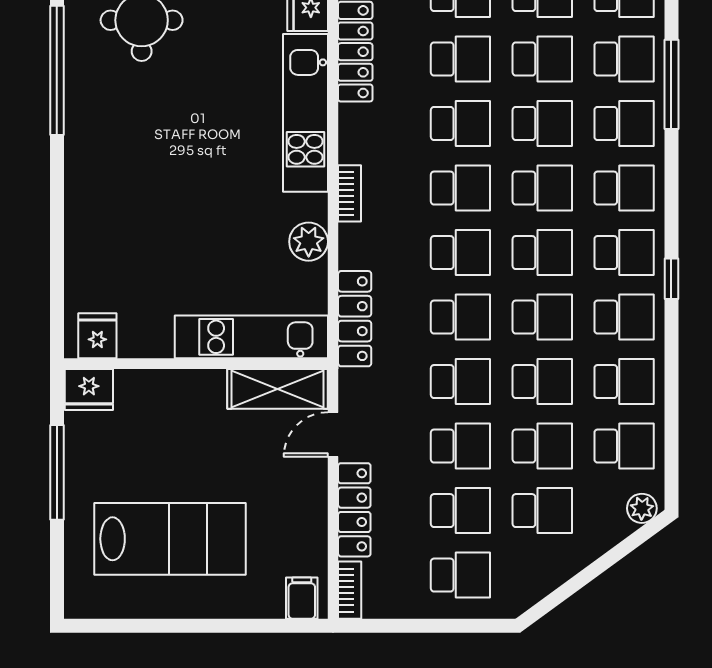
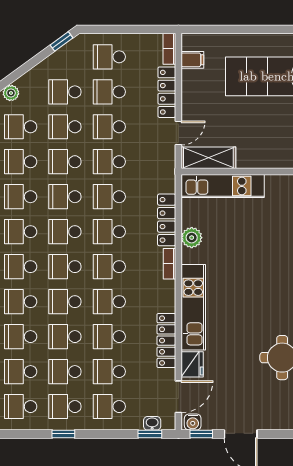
locker: (355, 319) -> (167, 220), moved
filing cabinet: (302, 598) -> (192, 60), moved, turned -90
window: (549, 603) -> (62, 41), added

